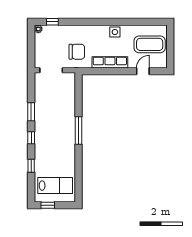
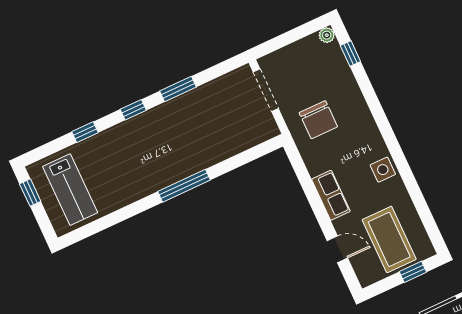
window: (170, 40) -> (413, 272), added
row of seats: (110, 62) -> (331, 195), width x0.68

